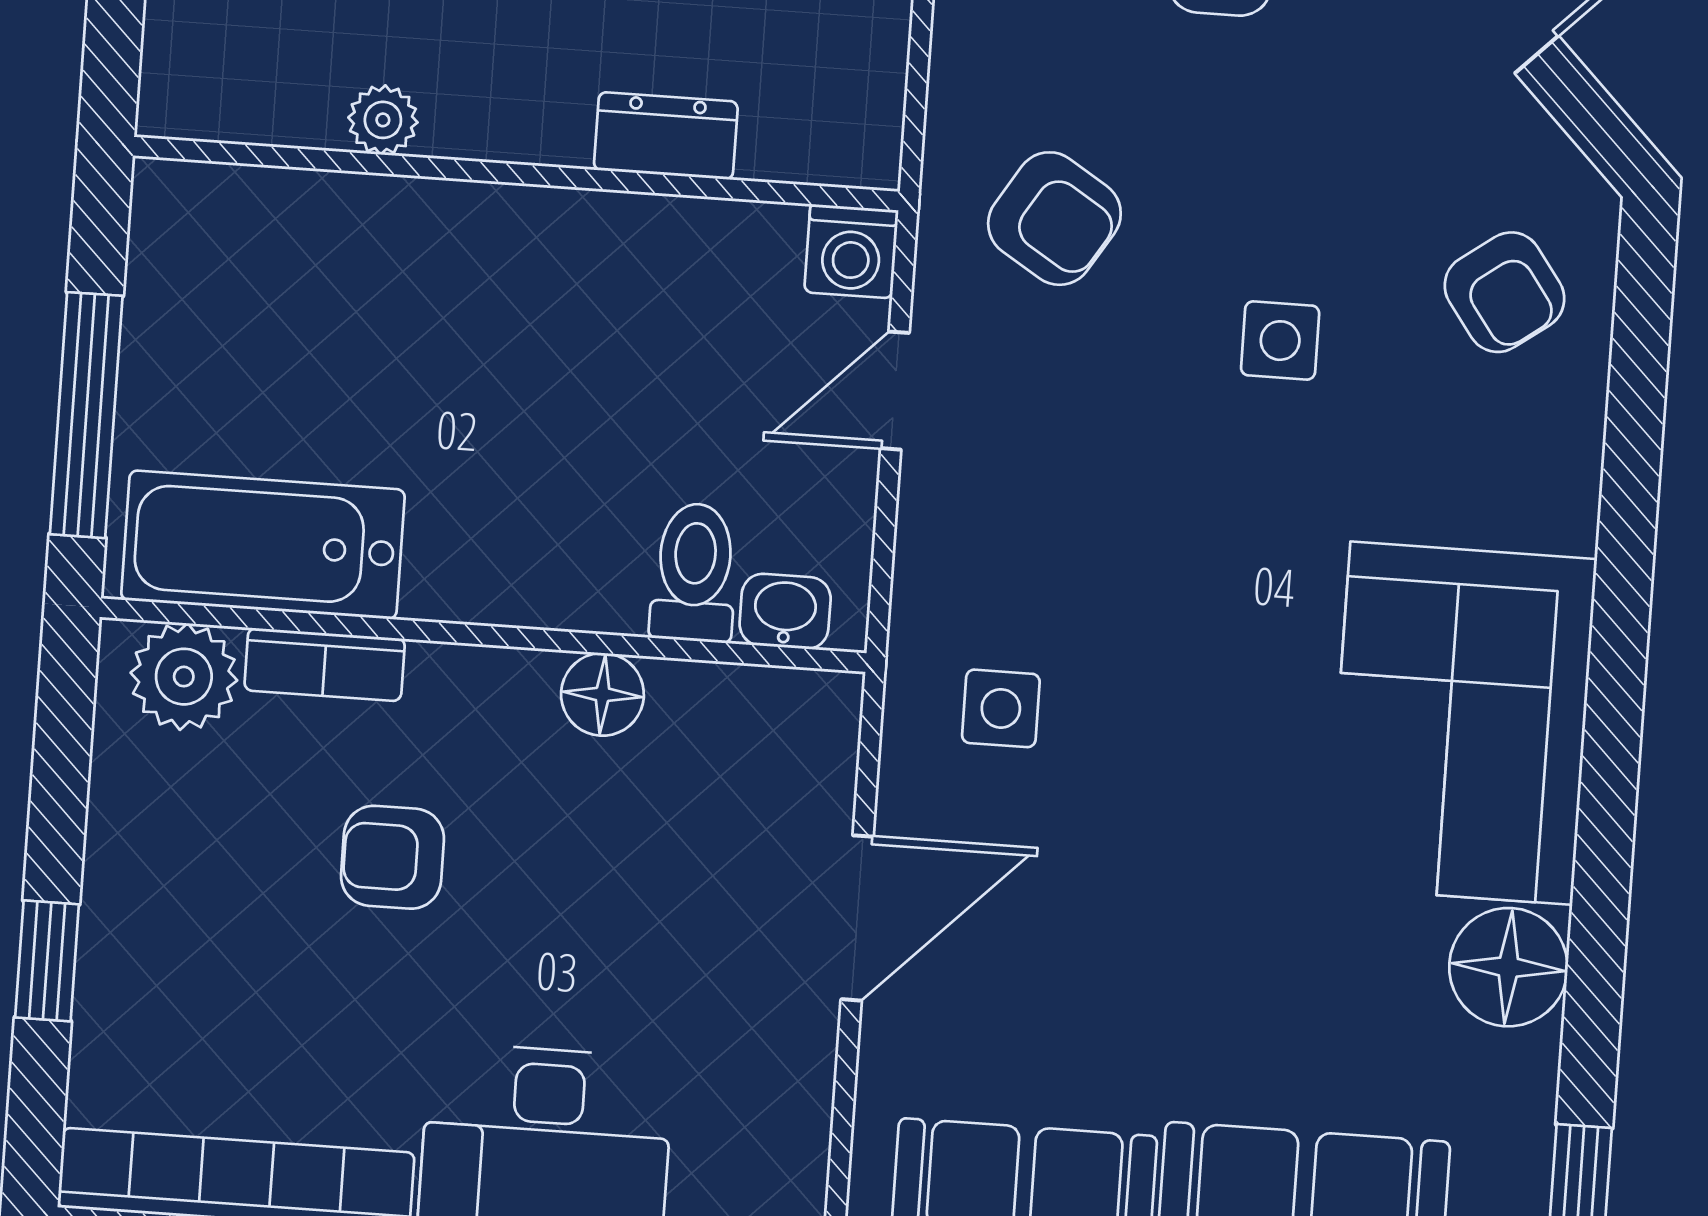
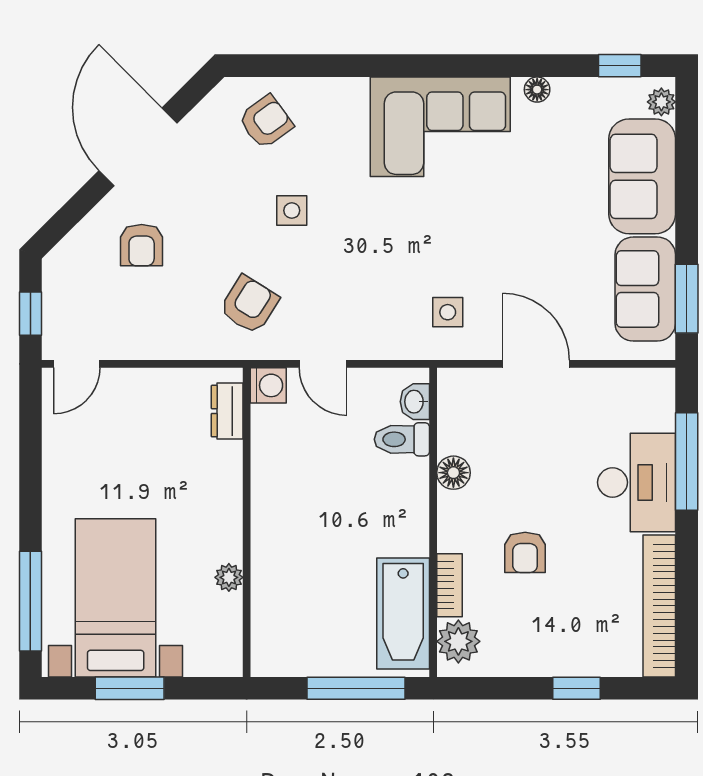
dresser: (666, 136) -> (227, 411), moved
floor lamp: (1508, 967) -> (537, 90), width x0.53, depth x0.53

